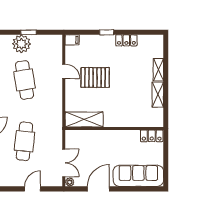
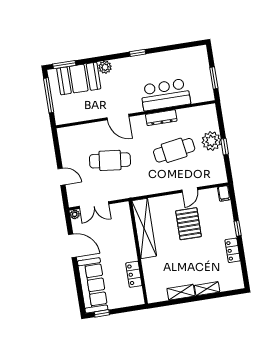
shelving: (84, 119) -> (144, 228), width x1.47
locker: (152, 136) -> (134, 274), moved
window: (166, 171) -> (102, 313), added

